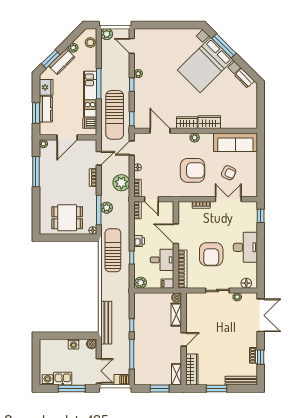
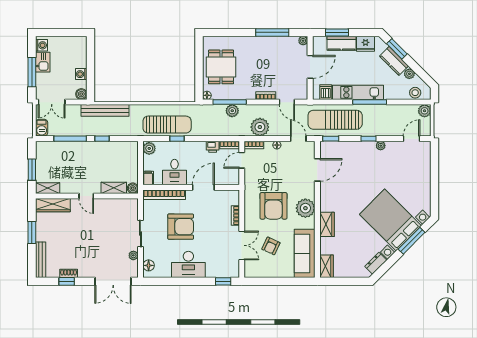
wardrobe: (187, 123) -> (326, 266), moved
door: (67, 137) -> (310, 67), swing flipped
plant: (195, 138) -> (305, 208), width x1.88, depth x1.88
printer: (139, 241) -> (213, 147), moved
sun lounger: (113, 250) -> (167, 125), moved
armchair: (211, 254) -> (181, 227), turned 180

